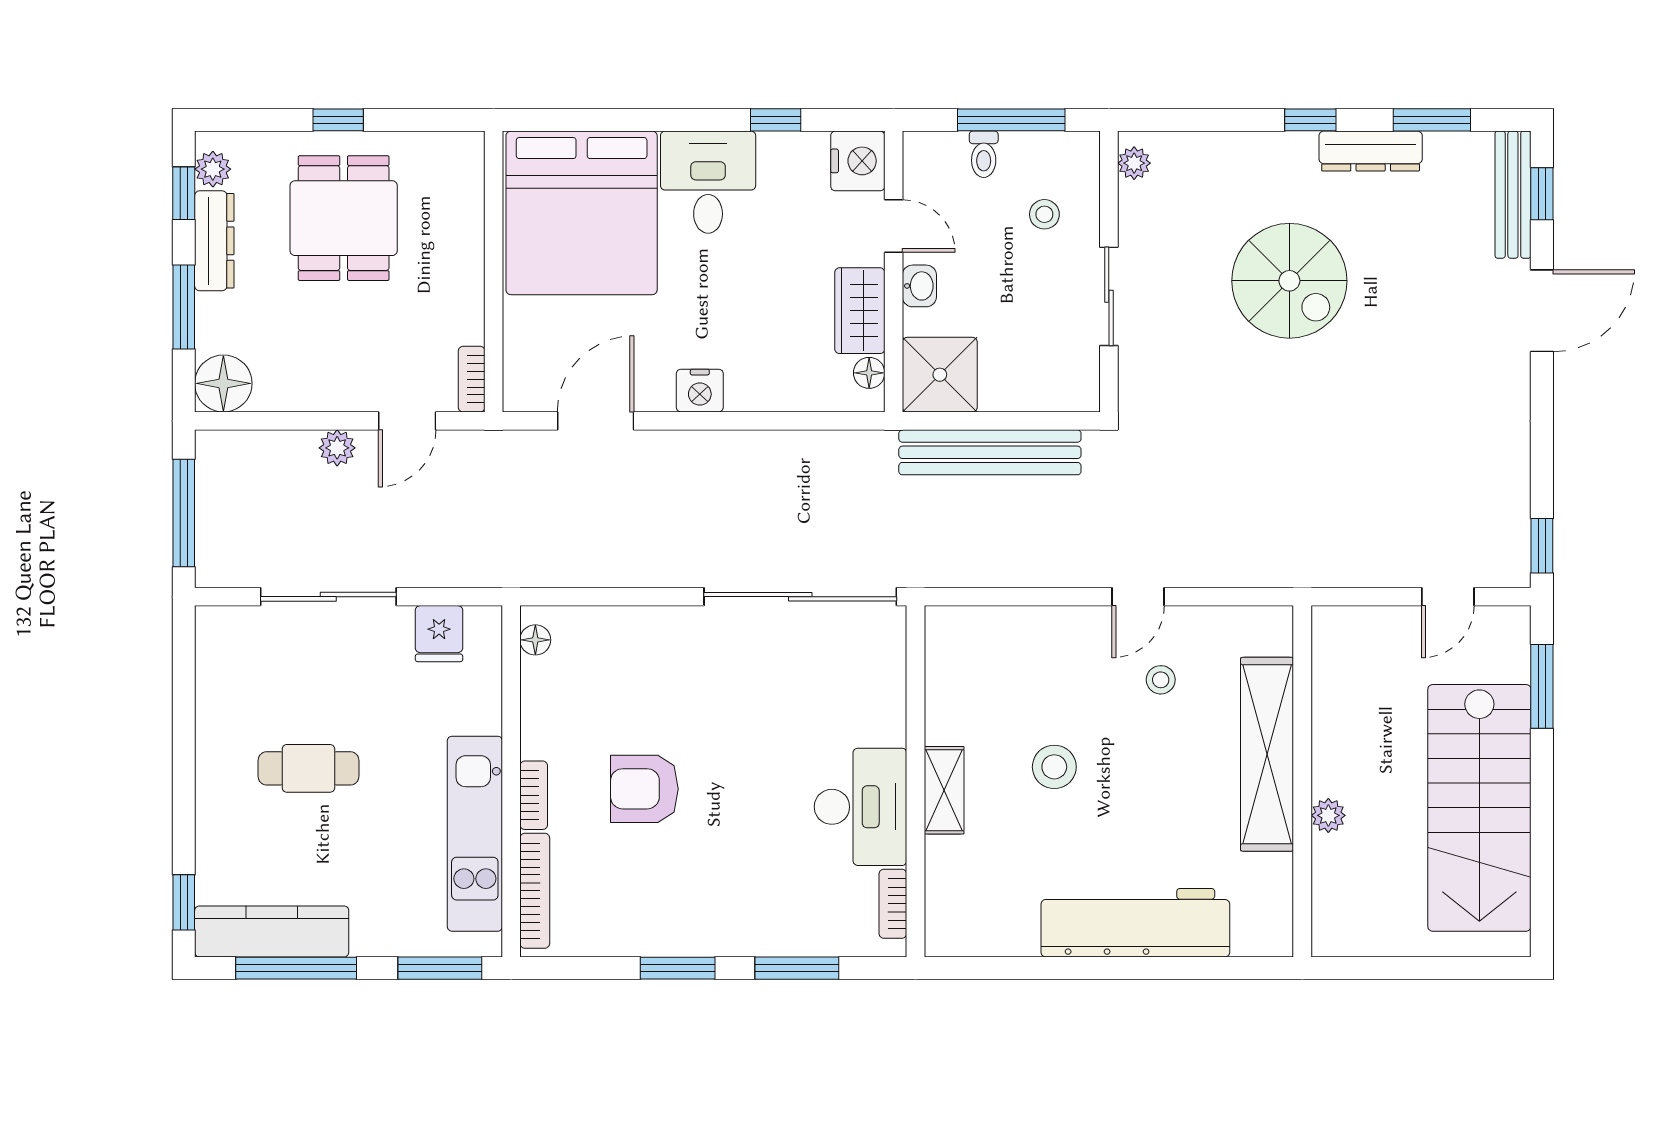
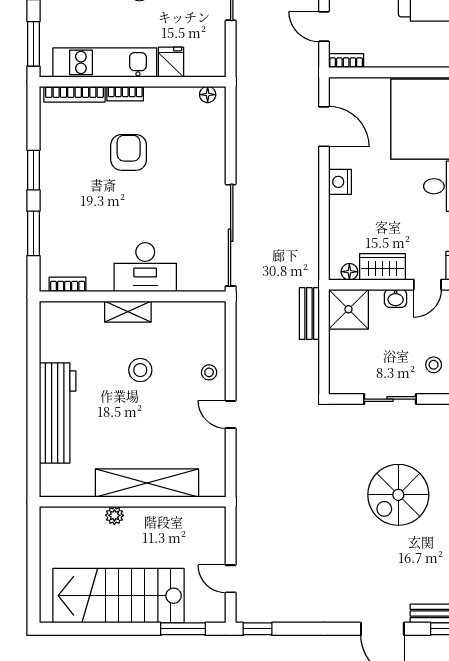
bench: (990, 452) -> (309, 313), width x0.54, depth x0.82
fridge: (439, 634) -> (171, 62), moved, turned 90
stool: (1161, 680) -> (209, 372), moved
desk: (861, 807) -> (145, 267), moved

